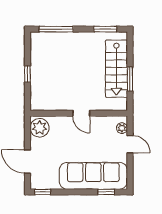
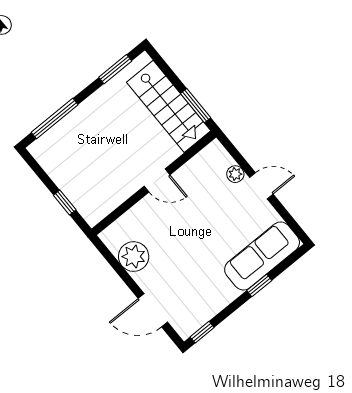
wall: (79, 113) -> (154, 183), moved
door: (81, 113) -> (157, 180), moved
sofa: (93, 176) -> (262, 256), width x0.74, depth x0.79
window: (106, 192) -> (259, 285), moved

